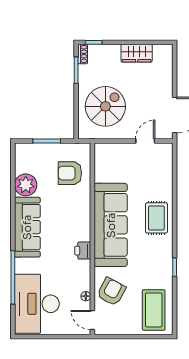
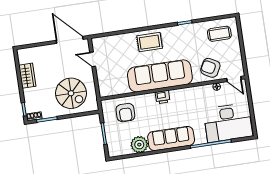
spiral stairs: (105, 106) -> (71, 93), turned 180
printer: (83, 251) -> (163, 97), moved
coffee table: (154, 310) -> (219, 34), width x0.73, depth x0.76
door: (92, 320) -> (234, 79), hinge flipped

